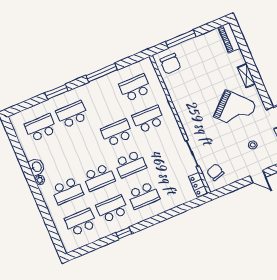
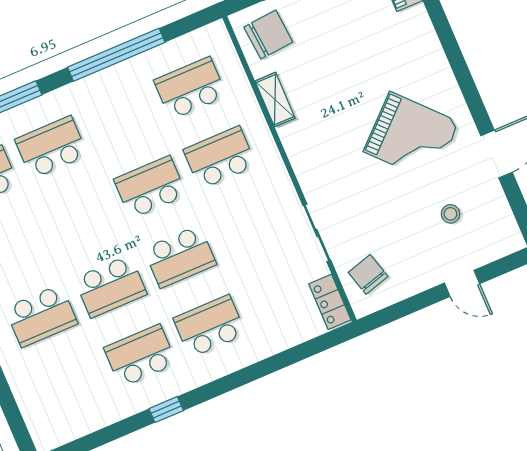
chair: (170, 64) -> (268, 35), turned -95
window: (102, 73) -> (116, 55), width x1.46
shelving: (246, 76) -> (275, 100), moved
school desk: (144, 196) -> (210, 326), turned 180
school desk: (81, 222) -> (71, 385), removed

